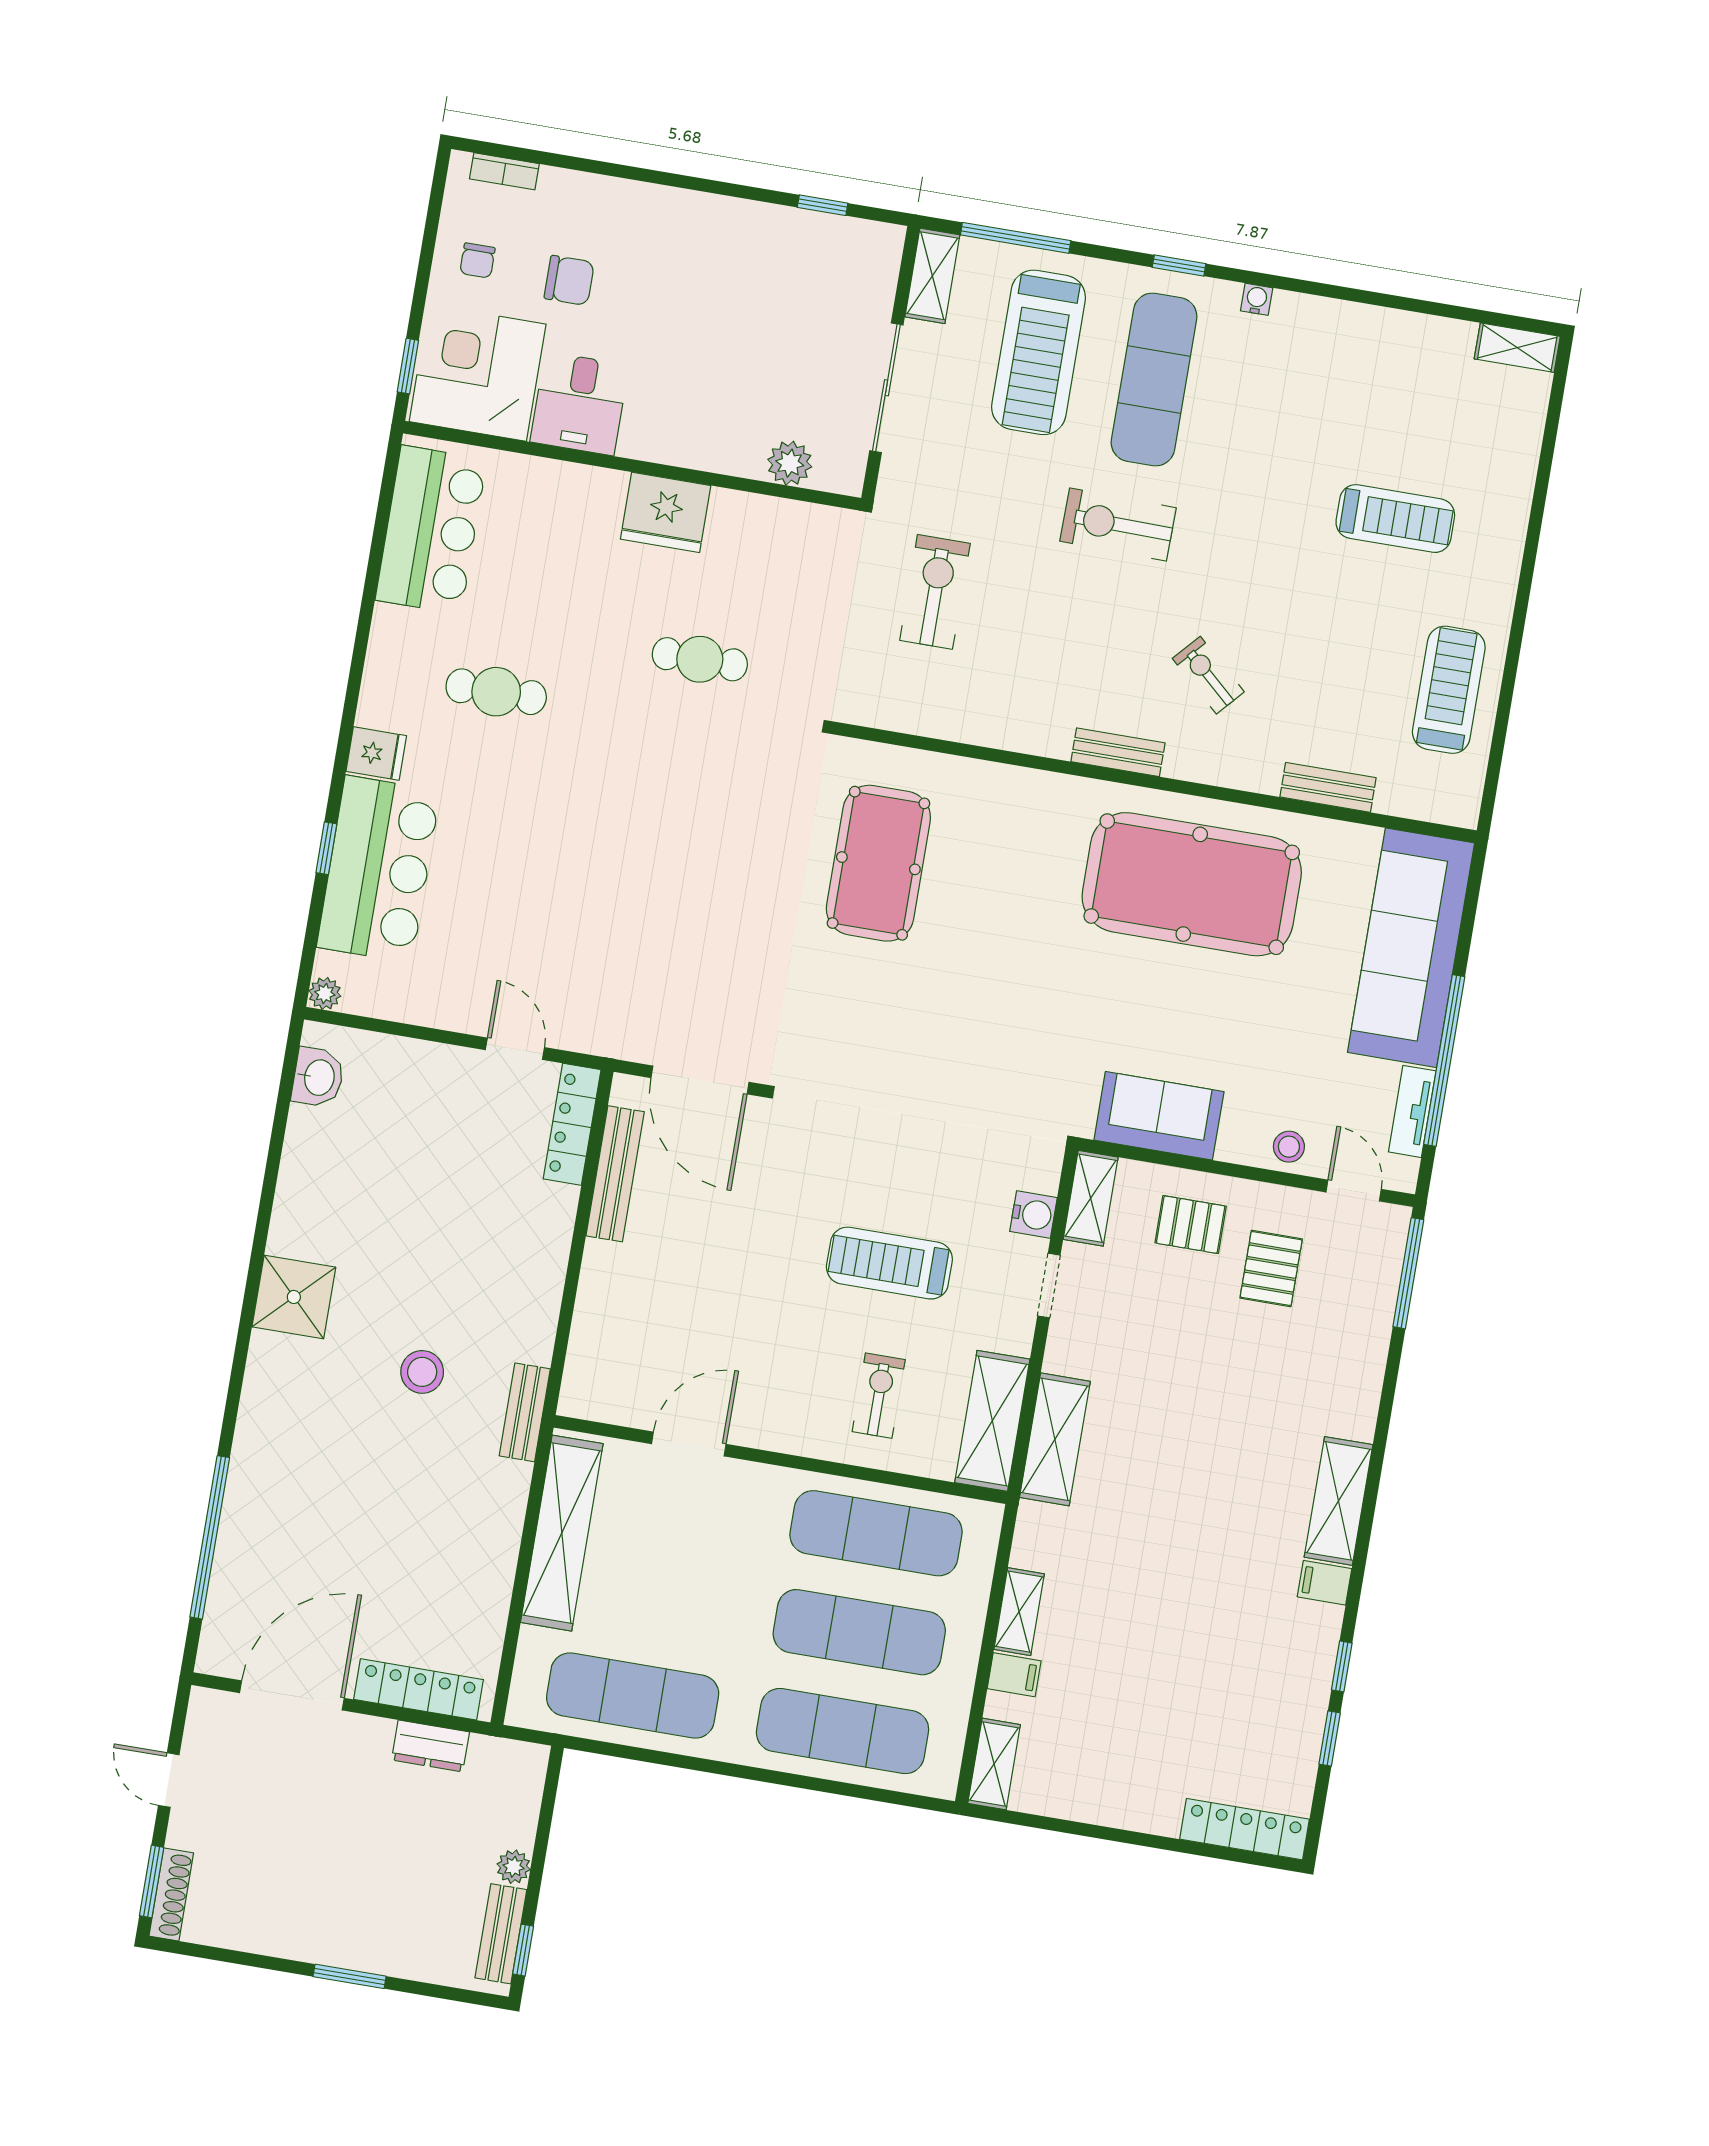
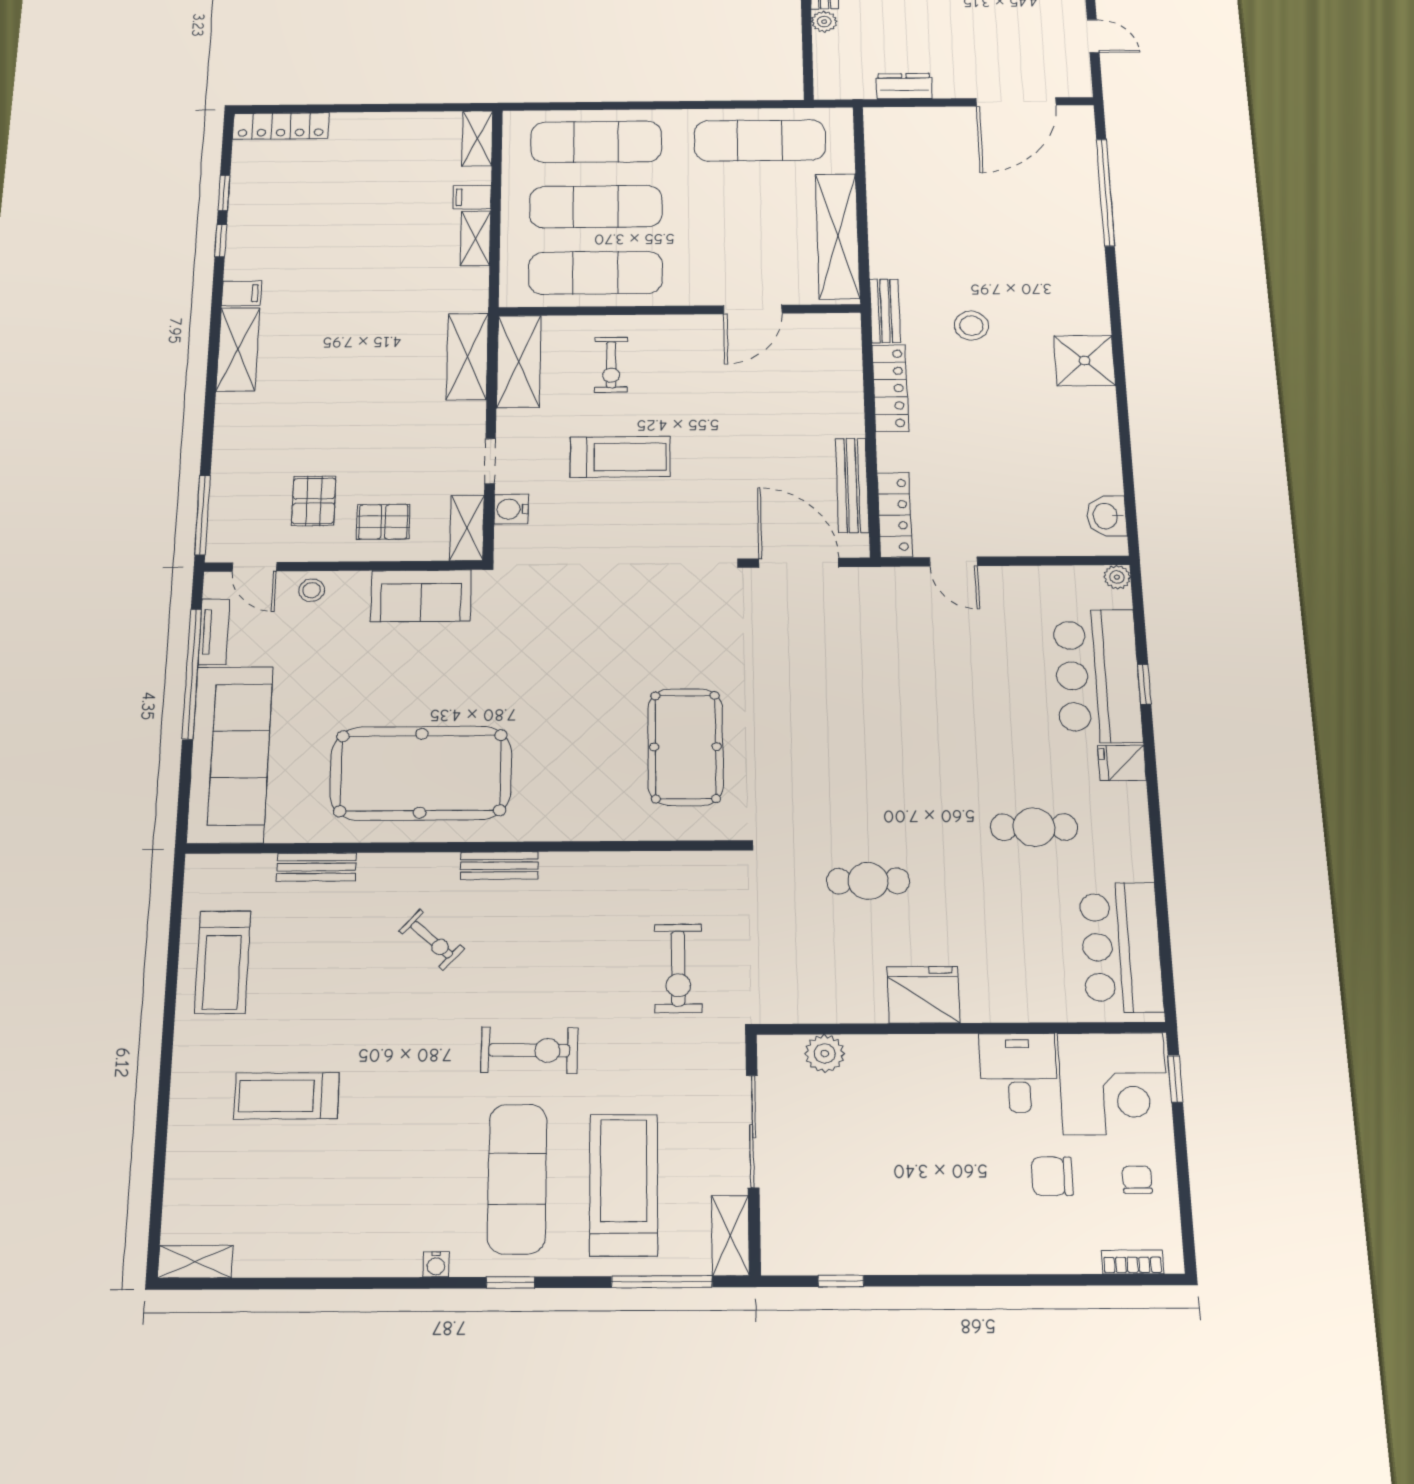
locker: (418, 1689) -> (890, 388), moved, turned -90

